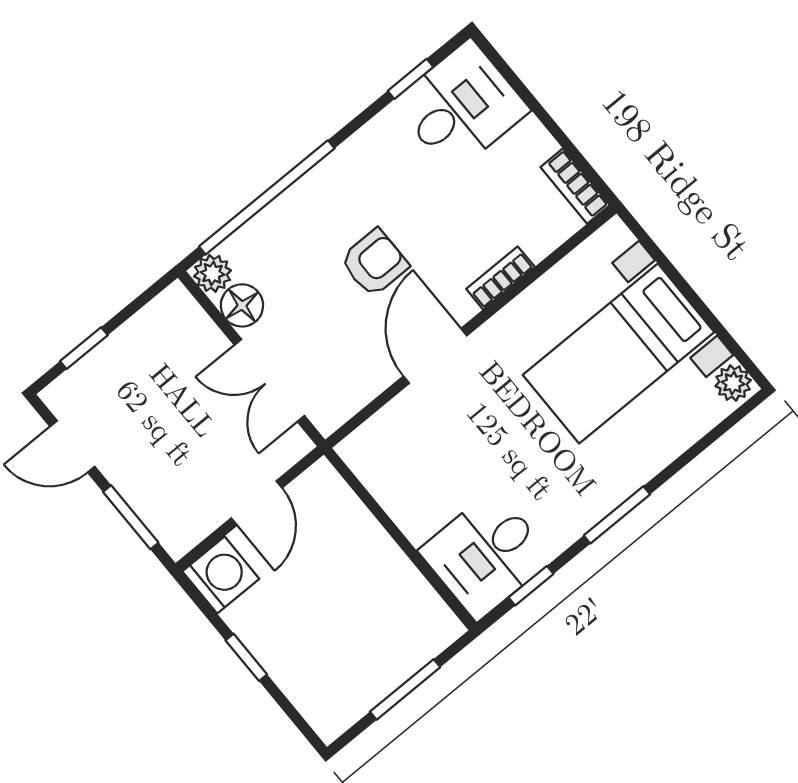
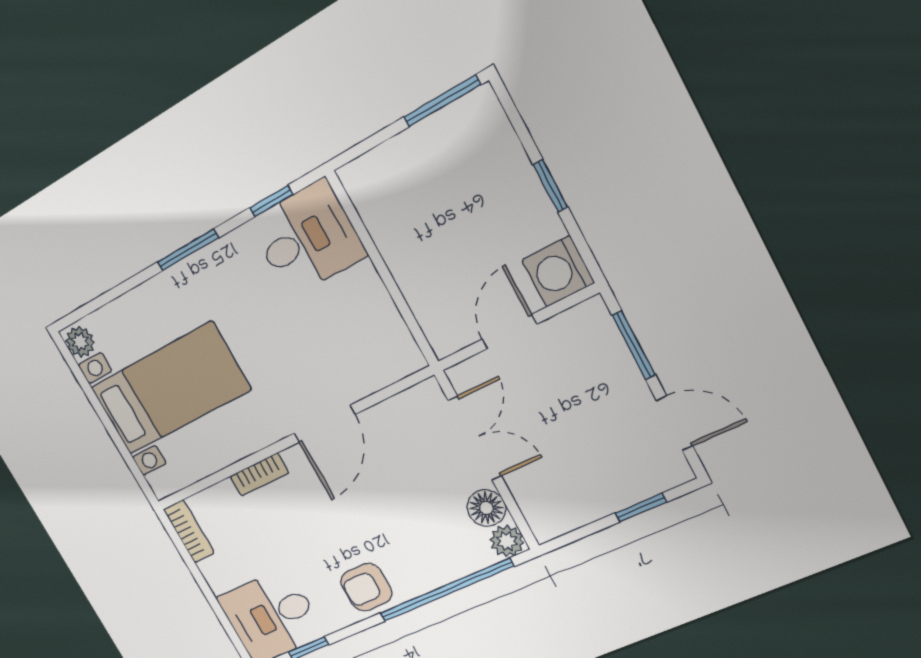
armchair: (374, 263) -> (366, 587), moved
window: (405, 689) -> (442, 101), moved

